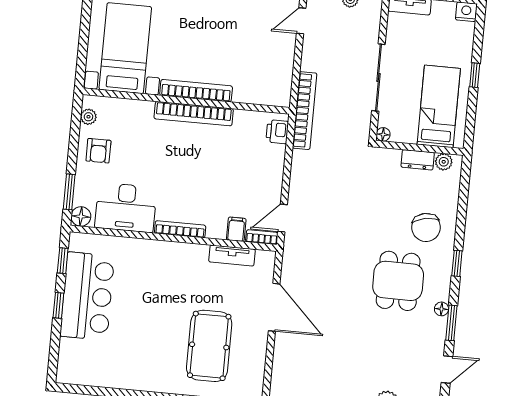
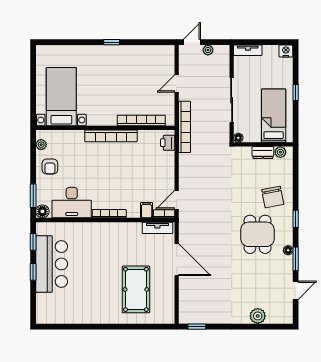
door: (301, 21) -> (177, 84), moved
bookcase: (196, 91) -> (141, 120), moved
tv unit: (232, 256) -> (157, 228), moved

